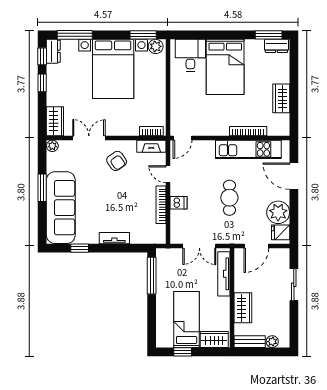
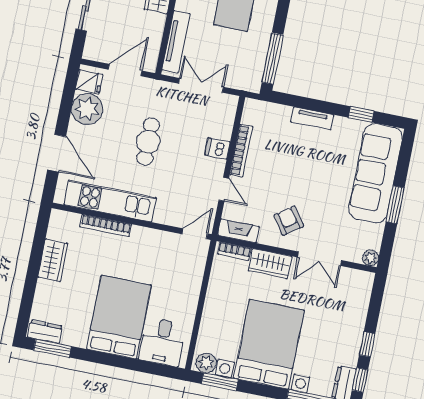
wardrobe: (55, 121) -> (270, 264), moved, turned -90

